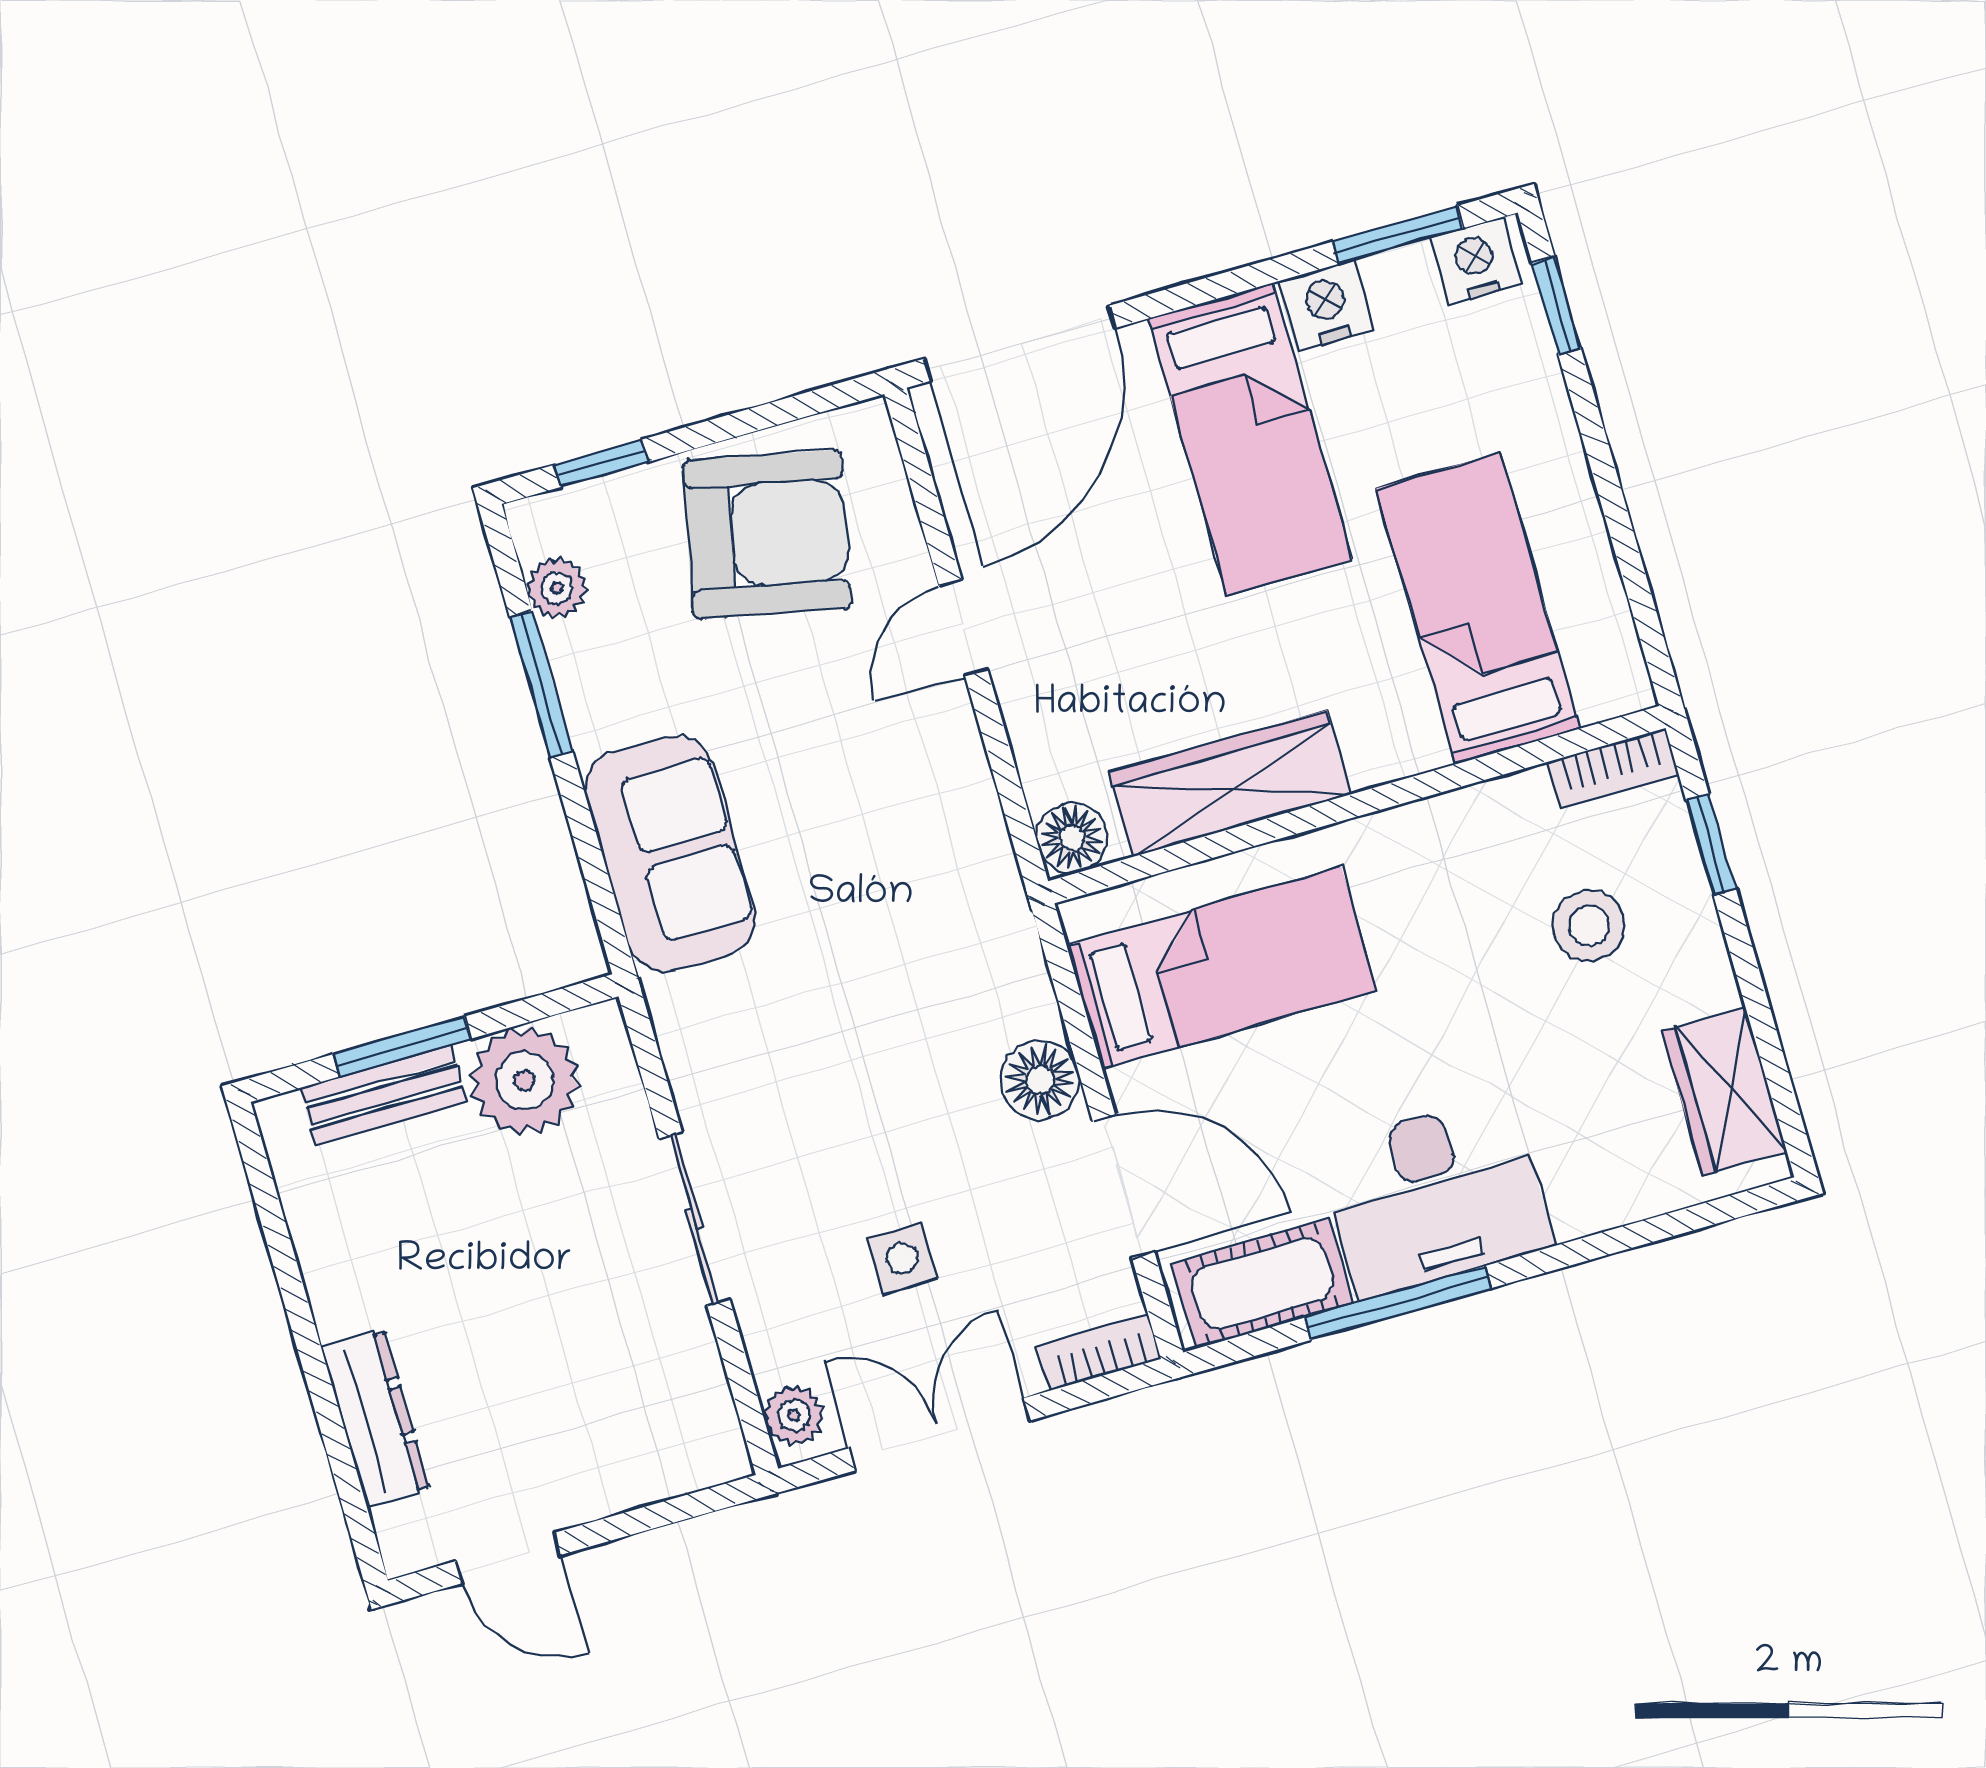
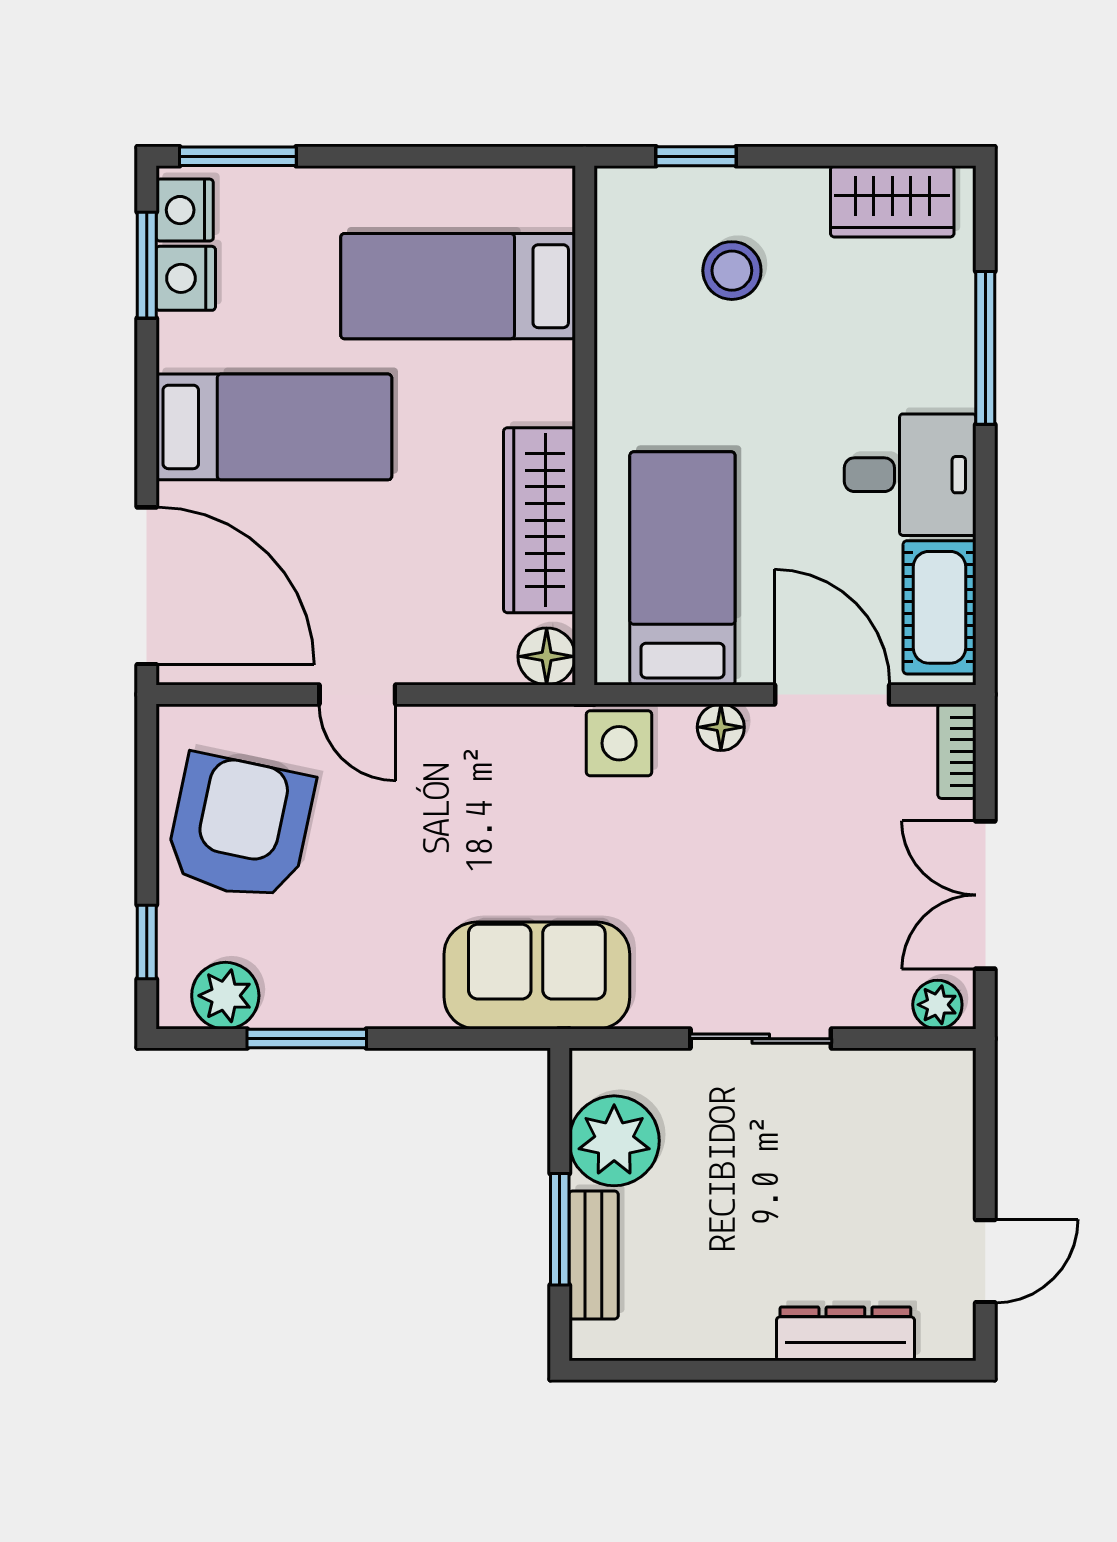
nightstand: (1326, 305) -> (186, 278), moved
window: (1556, 306) -> (238, 156), width x1.50
plant: (557, 588) -> (225, 996), width x1.38, depth x1.38
bookcase: (1613, 769) -> (614, 216), removed
sofa: (670, 854) -> (537, 976), moved
floor lamp: (1040, 1080) -> (721, 727), width x0.73, depth x0.73
door: (1124, 1187) -> (832, 694), hinge flipped
desk: (1435, 1197) -> (910, 475), width x0.73
side table: (902, 1258) -> (619, 743), moved, width x1.37, depth x1.37
window: (1397, 1303) -> (985, 348), moved

